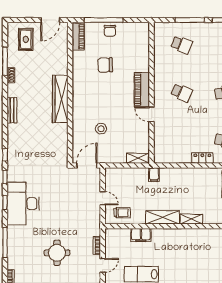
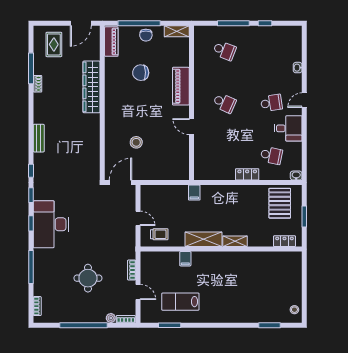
piano: (142, 90) -> (181, 86), moved
wardrobe: (60, 99) -> (92, 87), moved
bench: (12, 110) -> (39, 138), moved
shelving: (138, 158) -> (177, 31), moved
filing cabinet: (141, 235) -> (185, 259), width x0.50
door: (103, 265) -> (138, 292), hinge flipped

